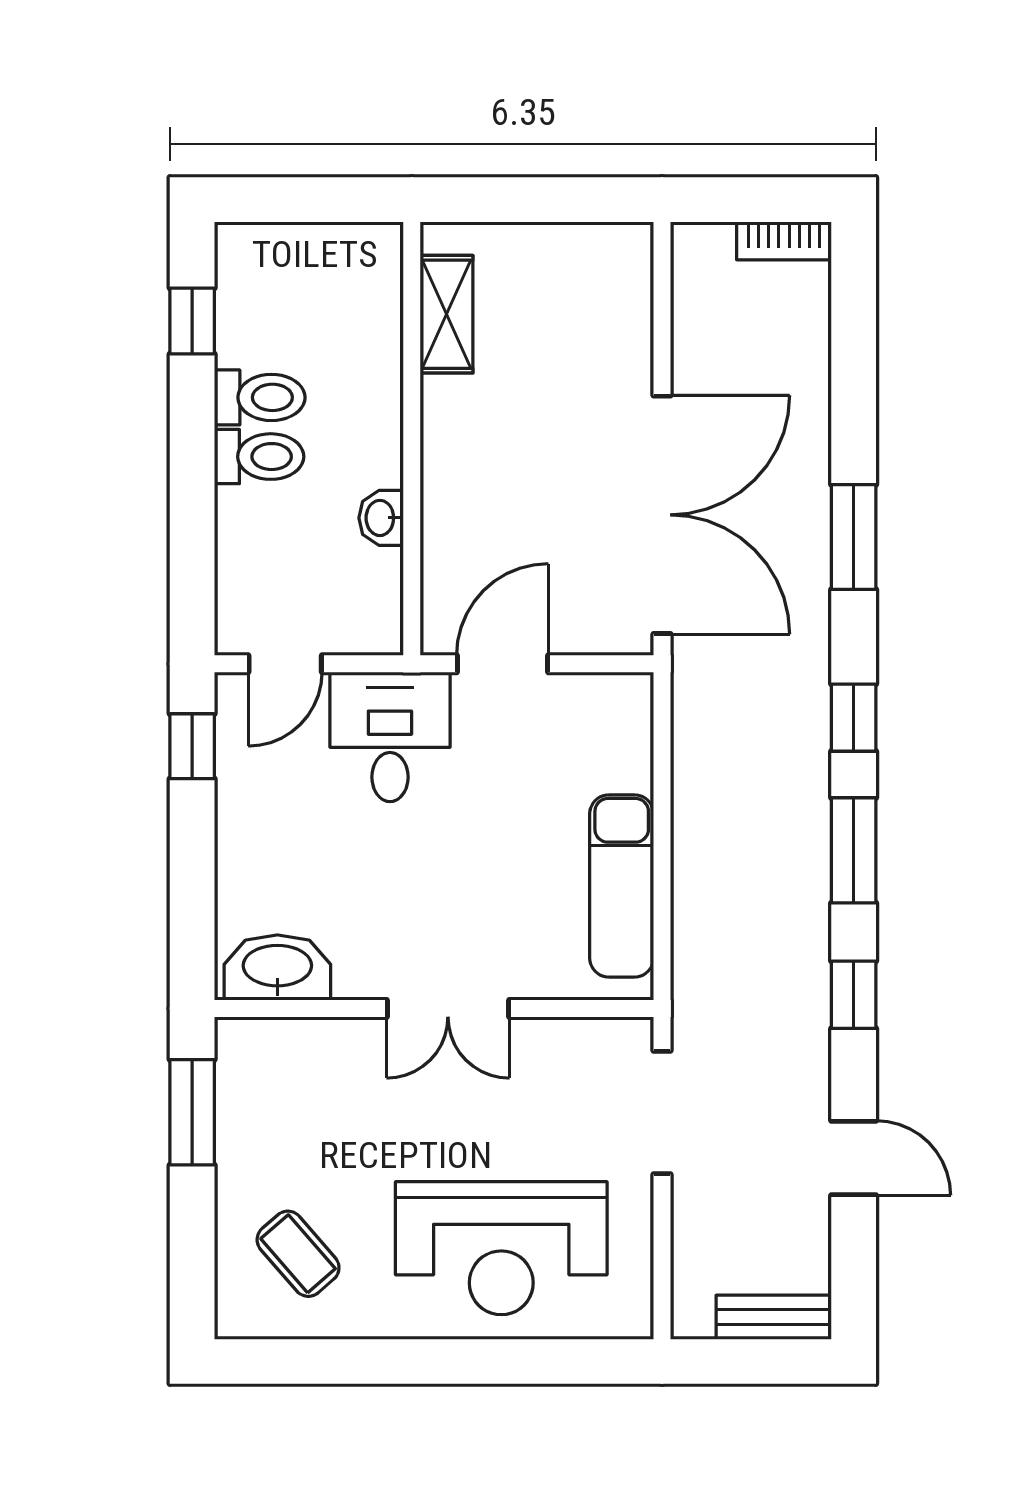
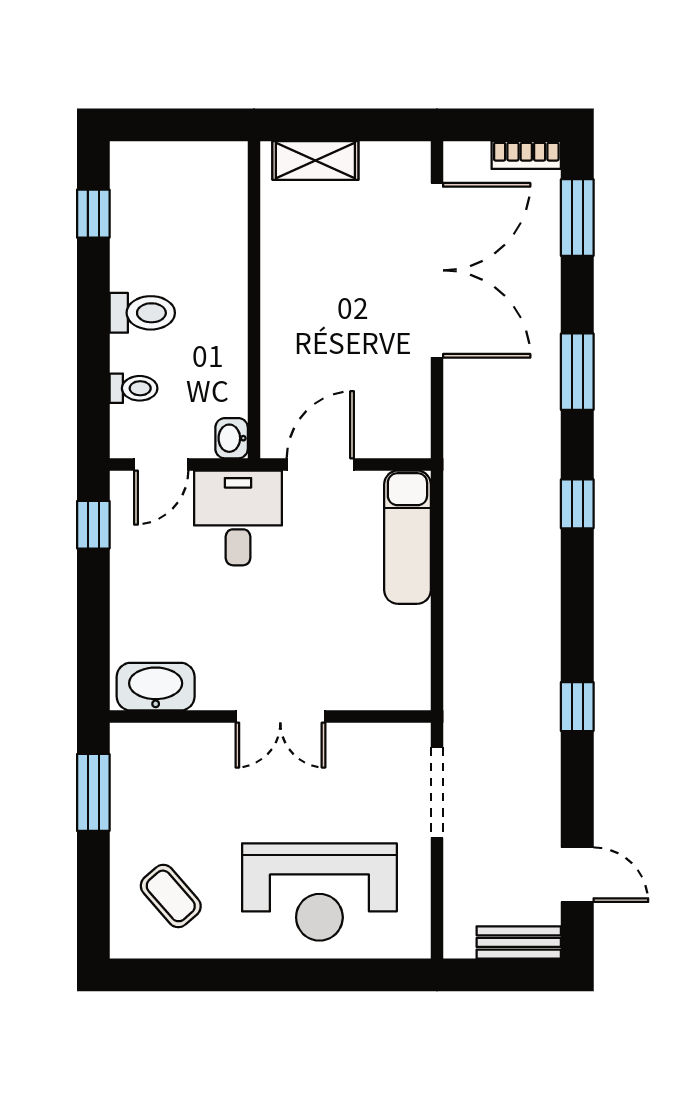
shelving: (447, 314) -> (315, 160), moved, turned 90
toilet: (260, 397) -> (133, 388), moved, width x0.73, depth x0.72
double door: (662, 515) -> (437, 270), moved
washbasin: (381, 518) -> (232, 438), moved
window: (854, 850) -> (577, 218), moved
exam couch: (622, 886) -> (407, 537), moved
door: (854, 1158) -> (577, 875), moved

